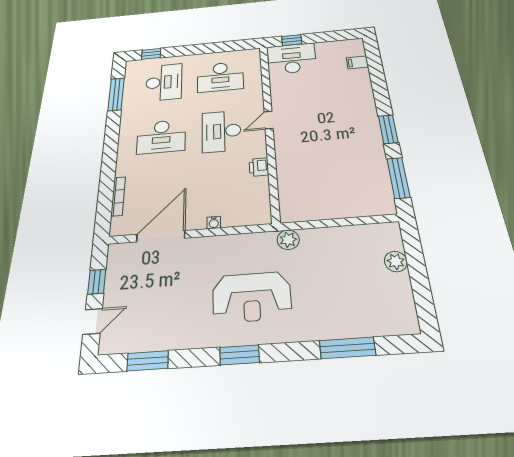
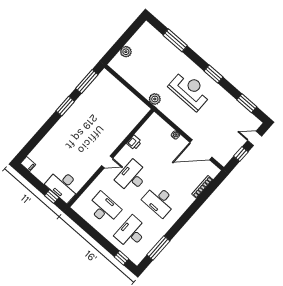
filing cabinet: (357, 62) -> (28, 164), moved
desk: (221, 131) -> (132, 177), turned 180
desk: (161, 137) -> (159, 201), turned 180

